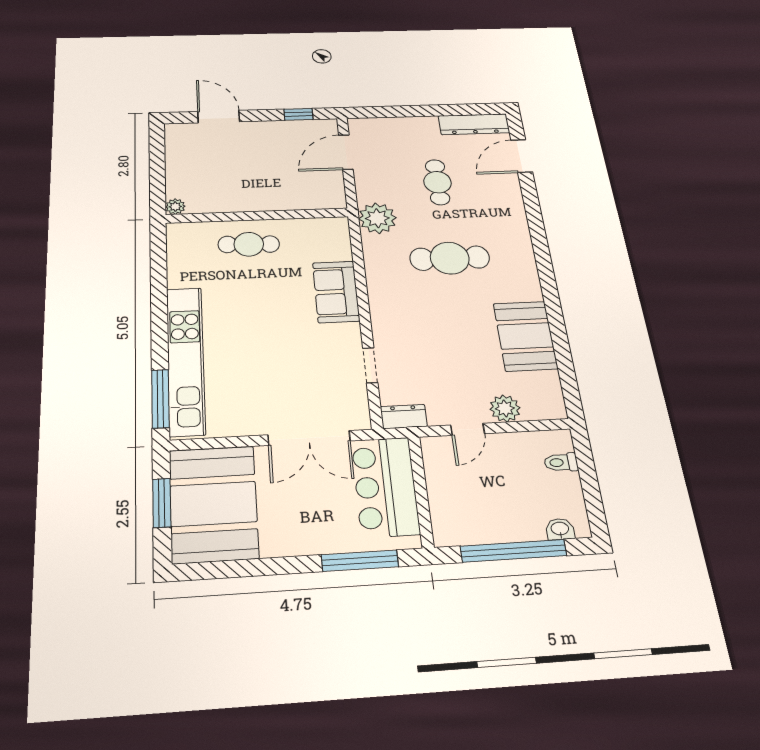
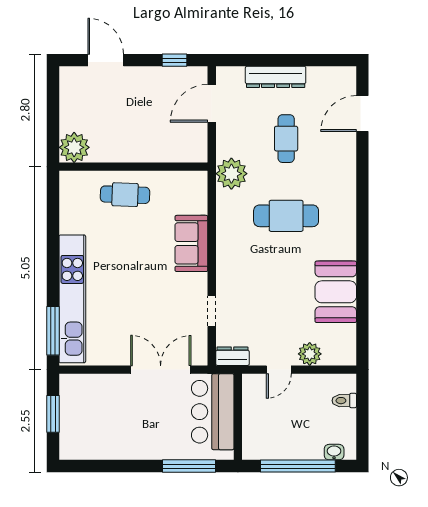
dresser: (474, 124) -> (276, 77), moved
plant: (175, 207) -> (74, 147), width x1.87, depth x1.87
double door: (309, 438) -> (161, 370), swing flipped
booth: (213, 504) -> (89, 417), removed

